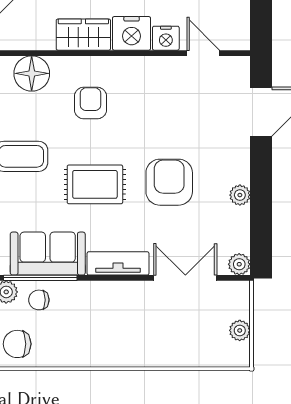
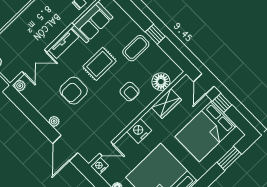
wardrobe: (83, 35) -> (166, 104), moved
nightstand: (166, 38) -> (100, 166), moved
armchair: (169, 182) -> (74, 91), turned 90
plant: (240, 195) -> (54, 121), moved

